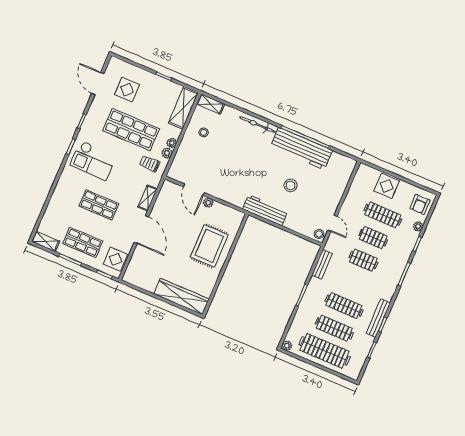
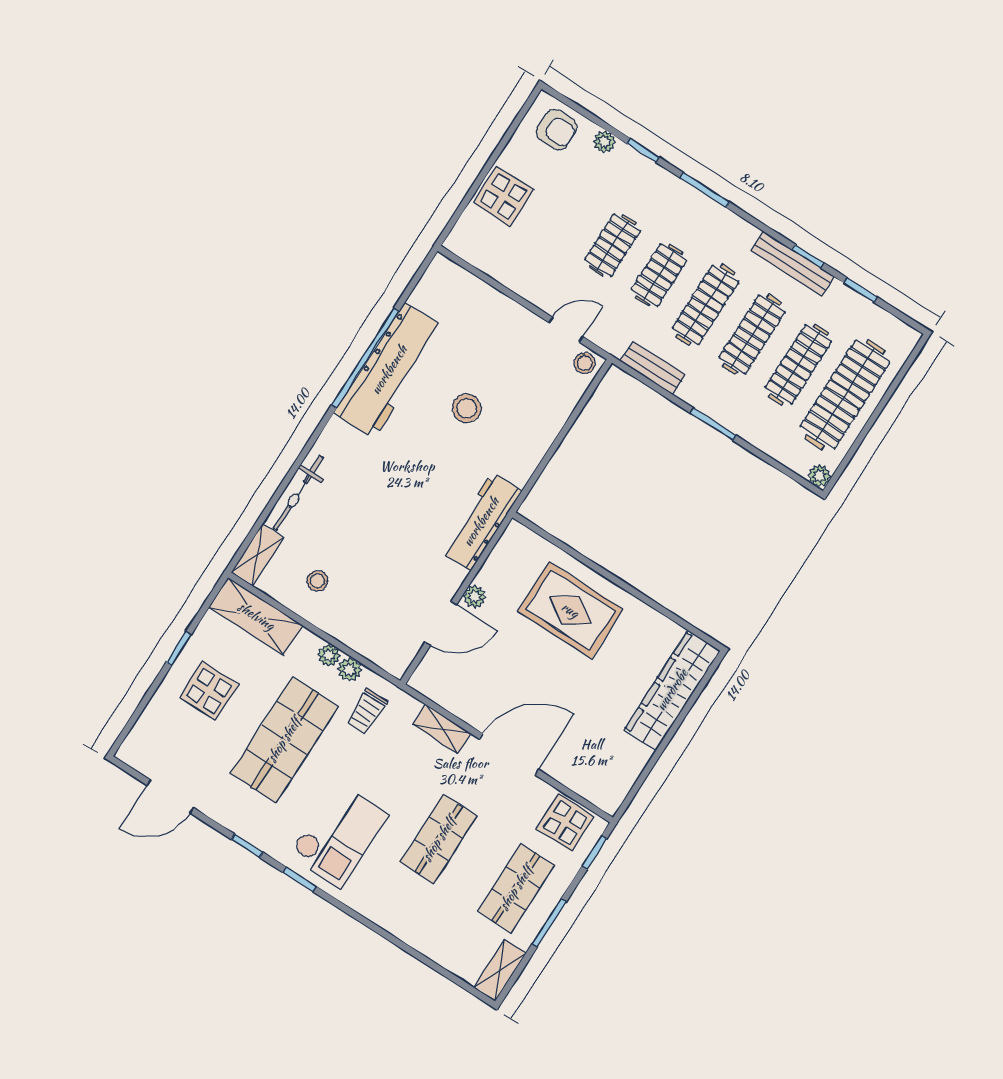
display table: (127, 90) -> (209, 691), moved
bicycle: (258, 125) -> (298, 493), moved
workbench: (265, 210) -> (481, 522), moved
clothes rail: (383, 215) -> (705, 305), moved

